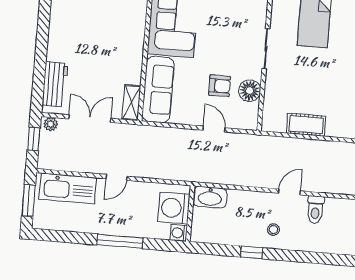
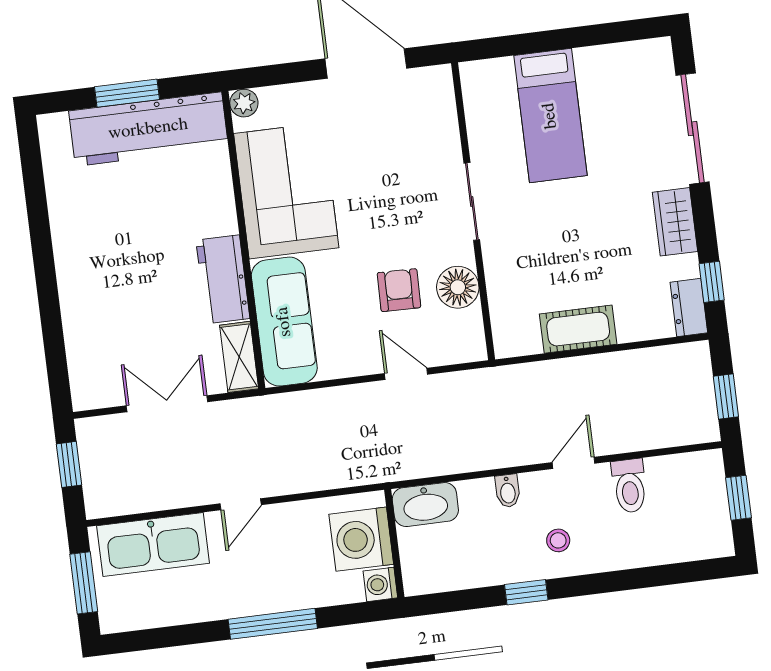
workbench: (55, 84) -> (223, 279), moved, turned 180
armchair: (220, 86) -> (399, 290), turned -89
plant: (51, 124) -> (95, 430), removed
bidet: (253, 199) -> (508, 491), added

